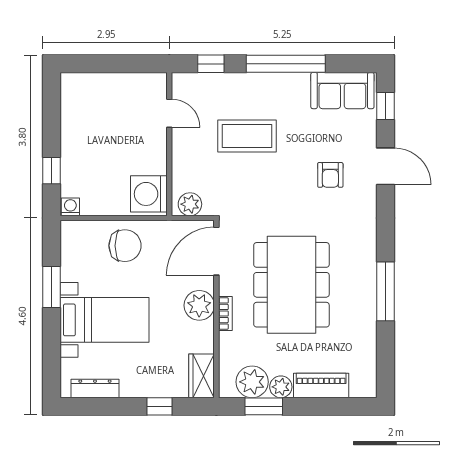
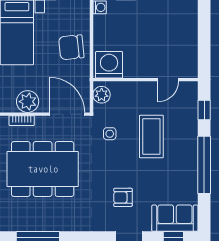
sofa: (342, 91) -> (175, 218), moved, turned 90
side table: (243, 193) -> (110, 134), added
chair: (125, 246) -> (71, 47), turned 84

